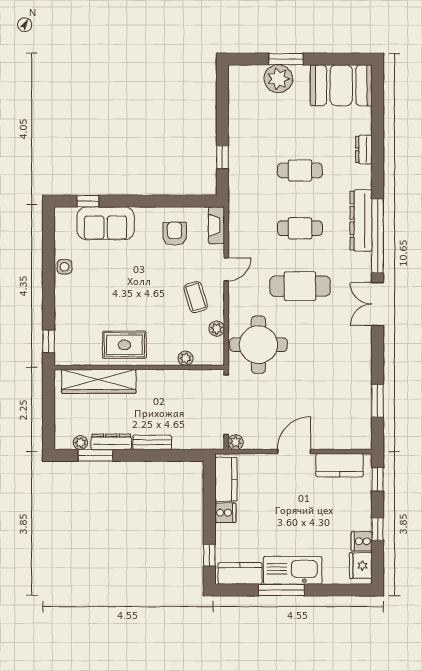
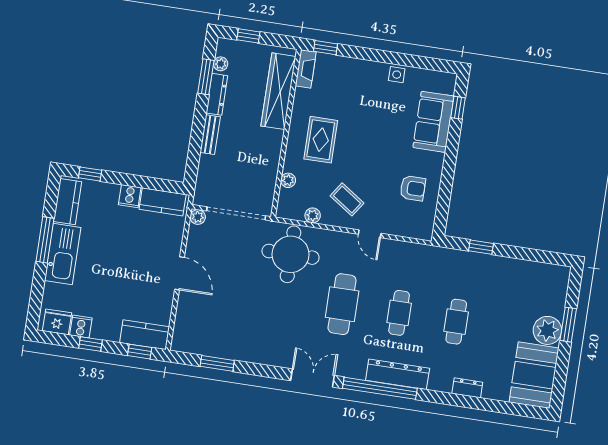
plant: (278, 79) -> (547, 330), moved
fireplace: (216, 225) -> (306, 69), moved, turned 90
coffee table: (196, 297) -> (347, 199), turned 51
rug: (124, 345) -> (321, 140), moved
window: (49, 419) -> (248, 36), added
kitchen counter: (340, 465) -> (145, 335), moved, turned 90

